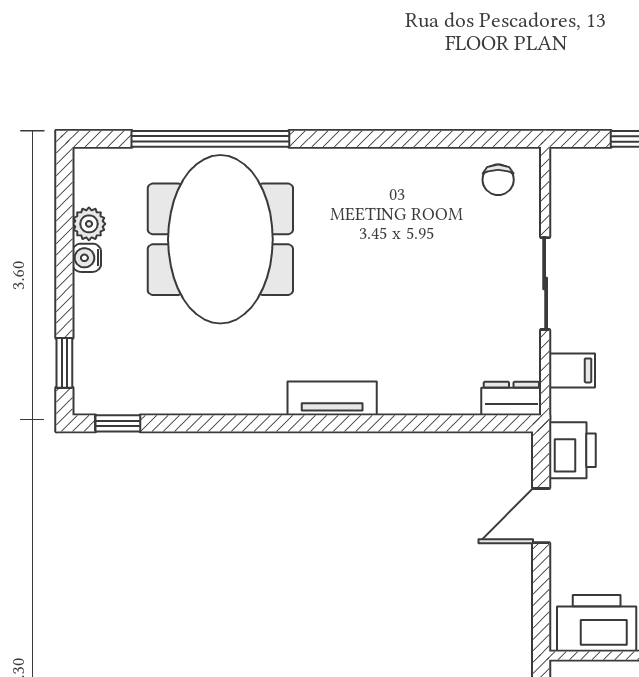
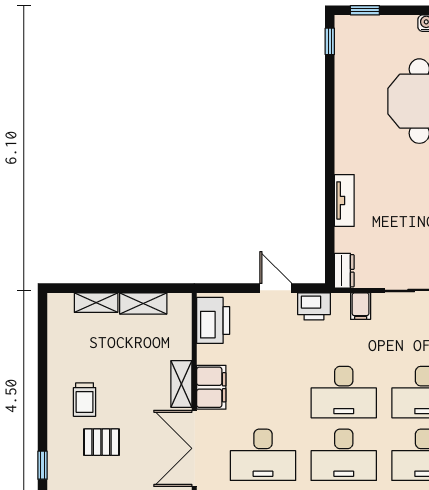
tv unit: (332, 398) -> (344, 200), moved

